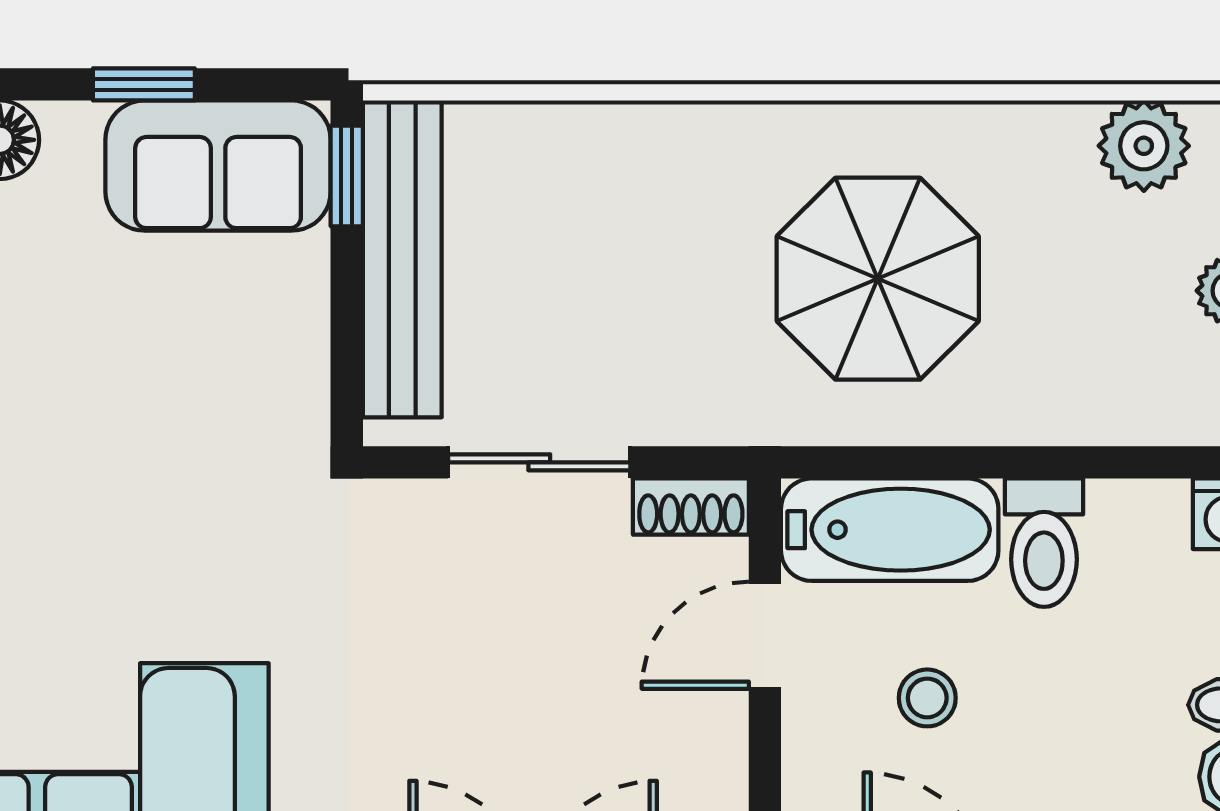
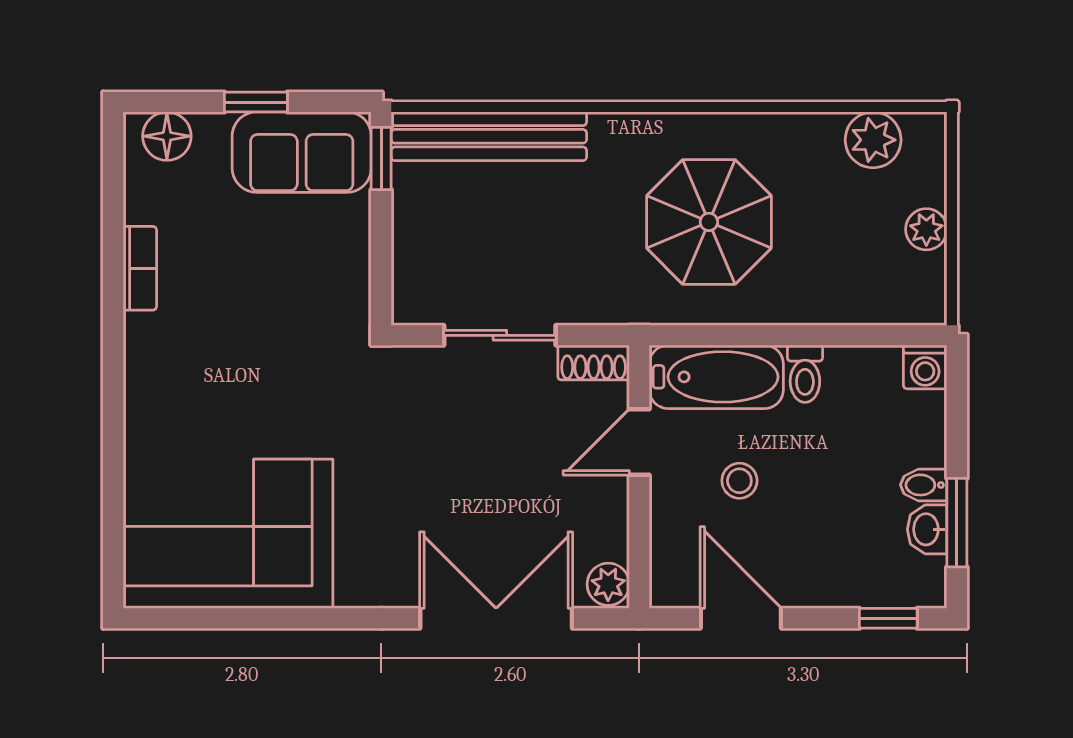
bench: (402, 259) -> (489, 136), moved, turned 90
toilet: (1044, 543) -> (805, 374), width x0.73, depth x0.72

